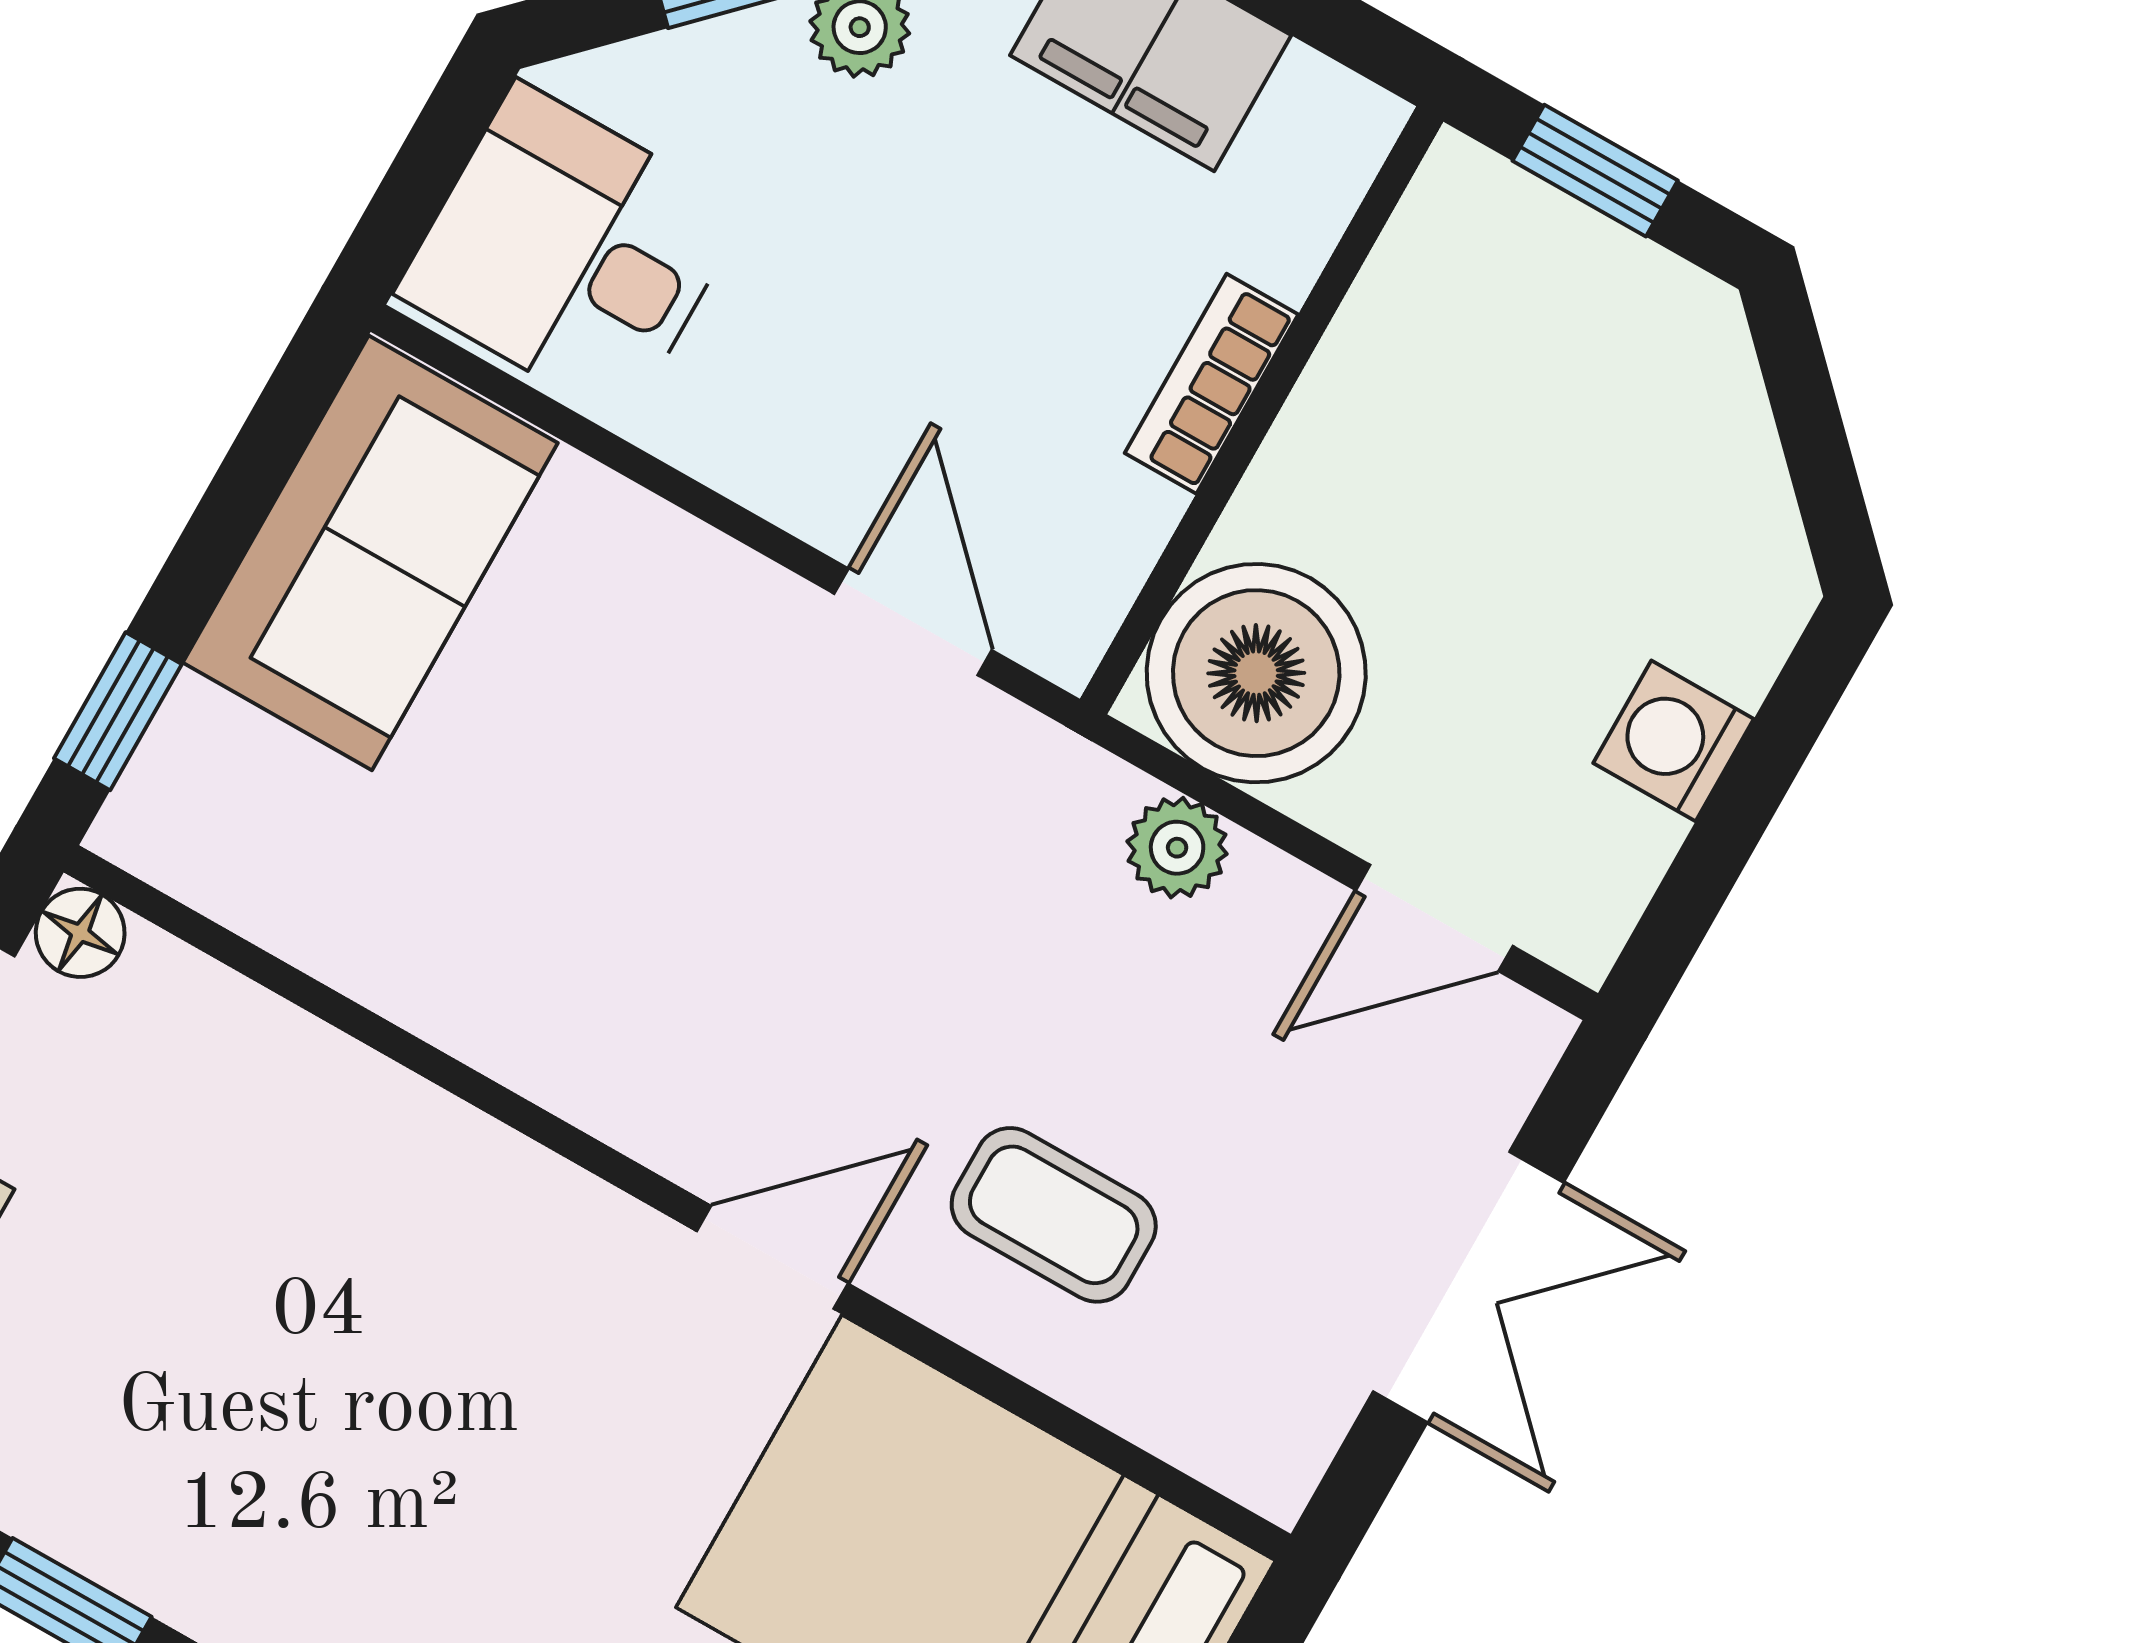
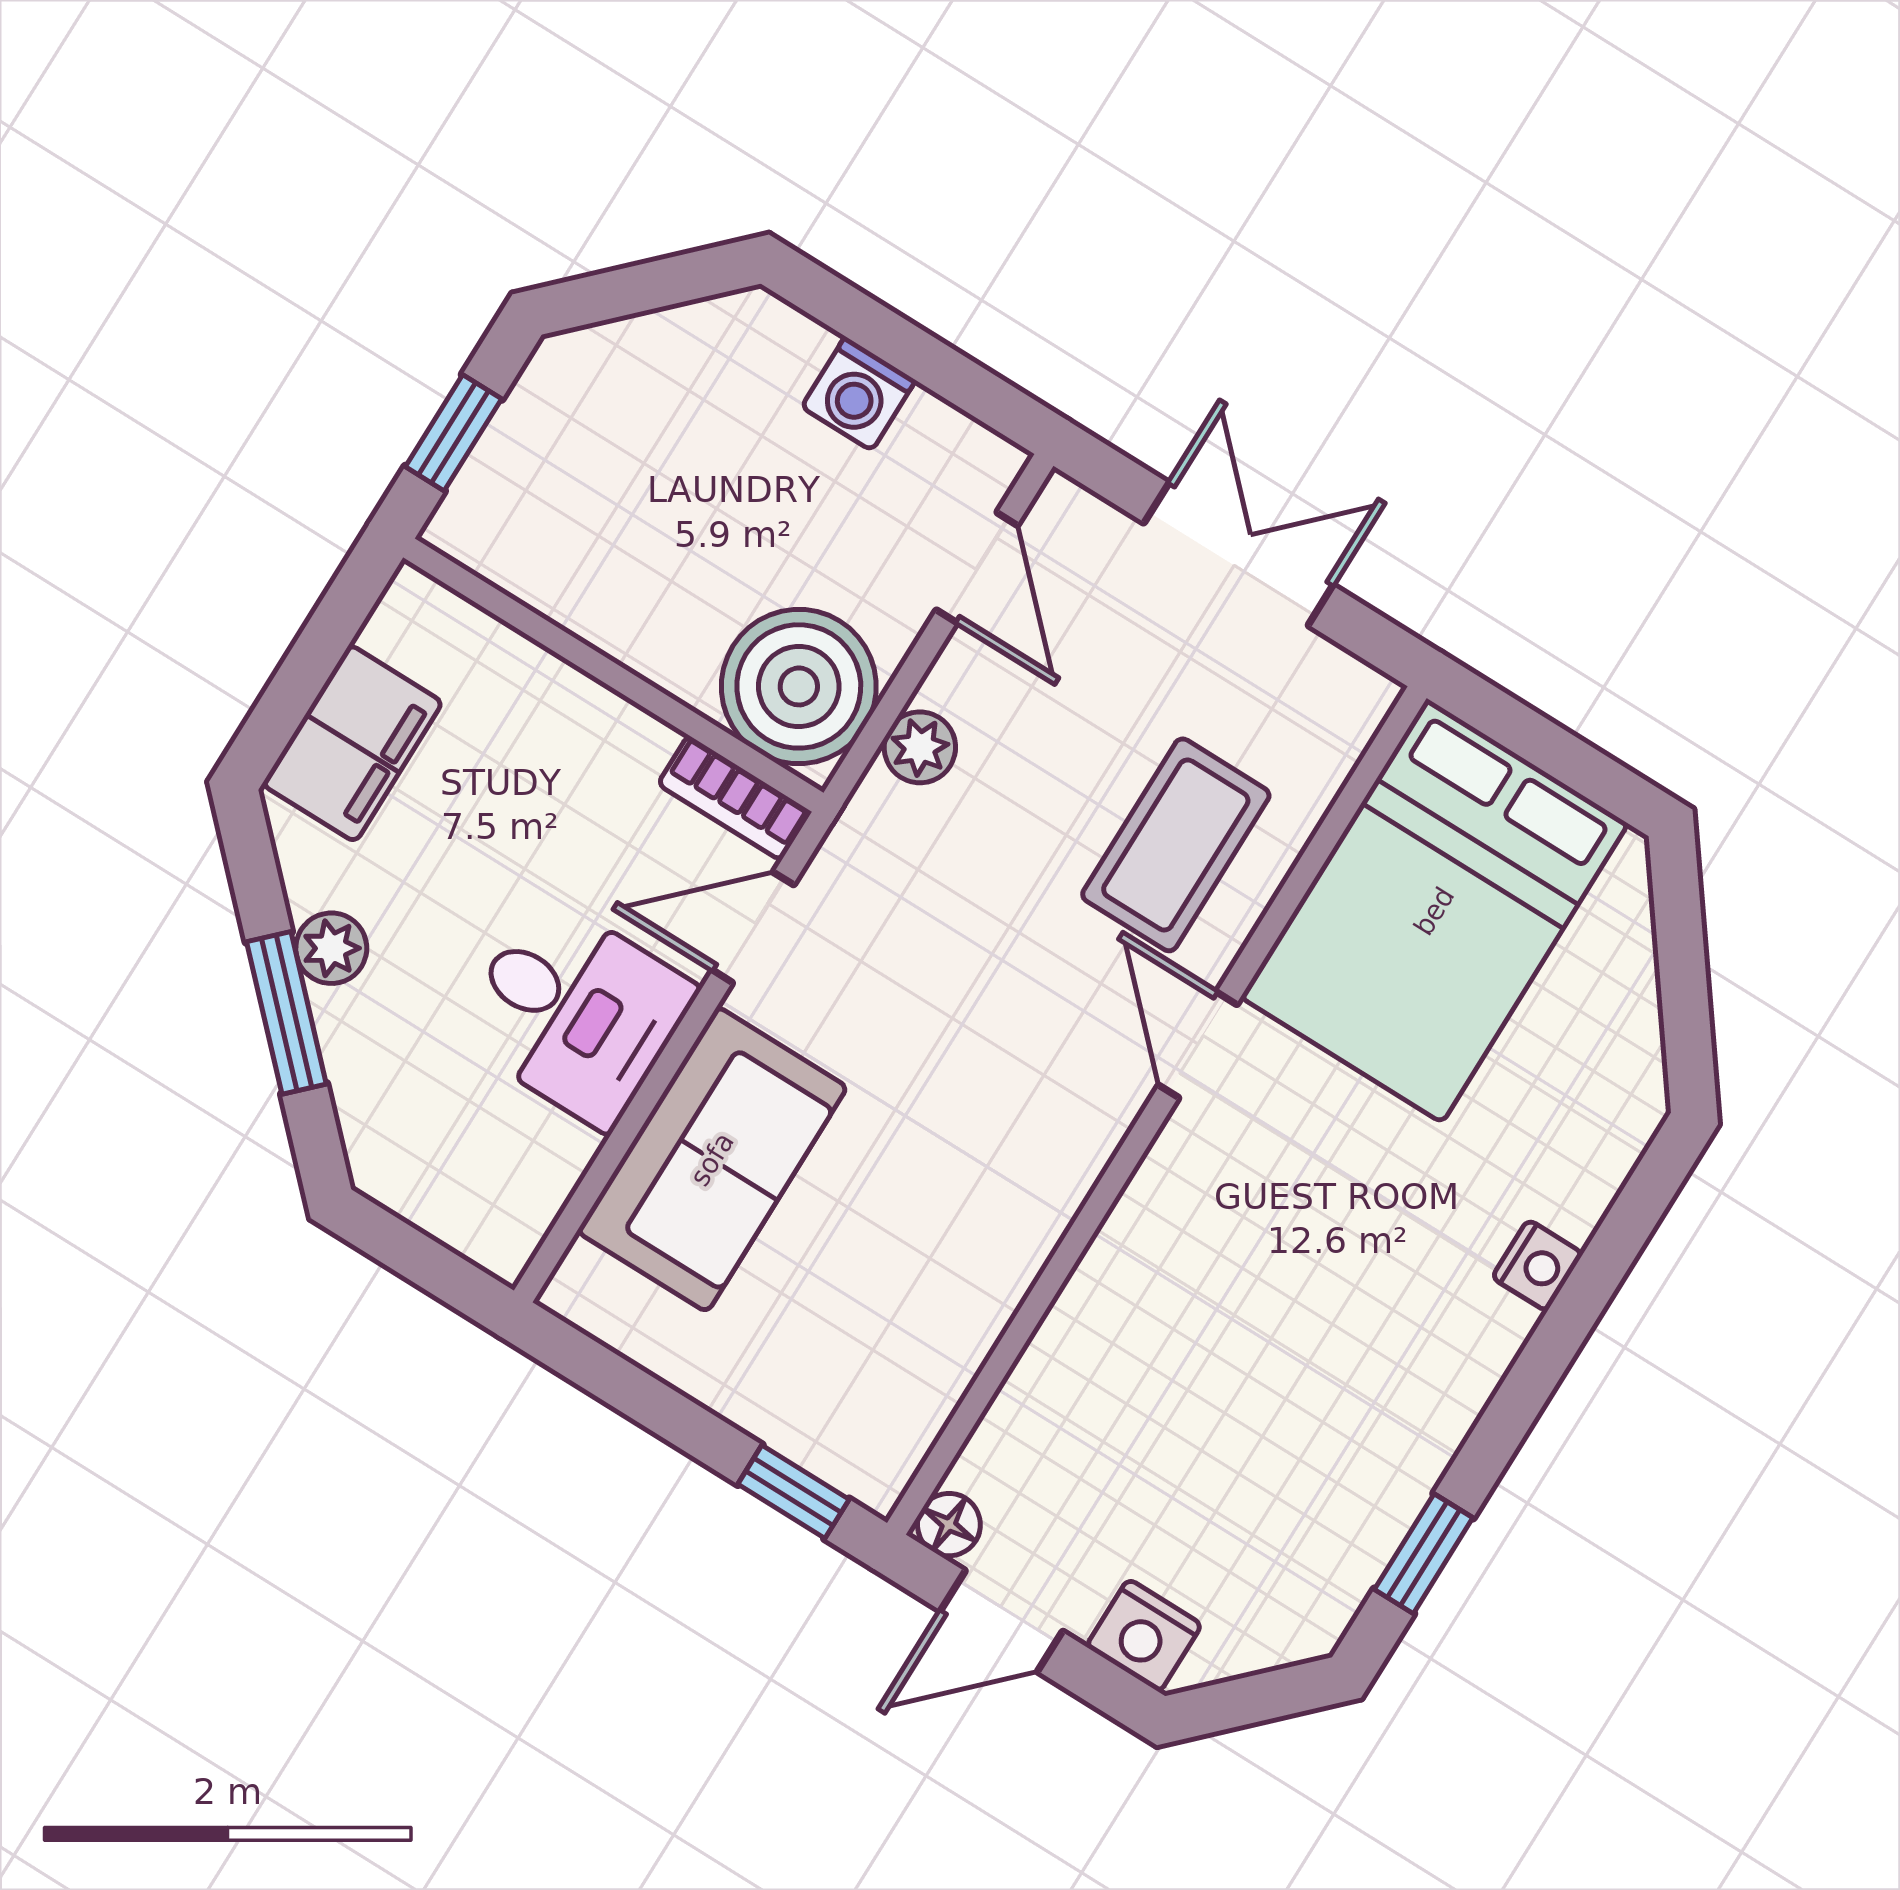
desk: (571, 252) -> (575, 1012), moved, turned -90
bookcase: (1211, 384) -> (735, 798), moved
sofa: (370, 553) -> (712, 1159), moved, turned 90
coffee table: (1054, 1215) -> (1176, 845), width x1.36, depth x1.30

